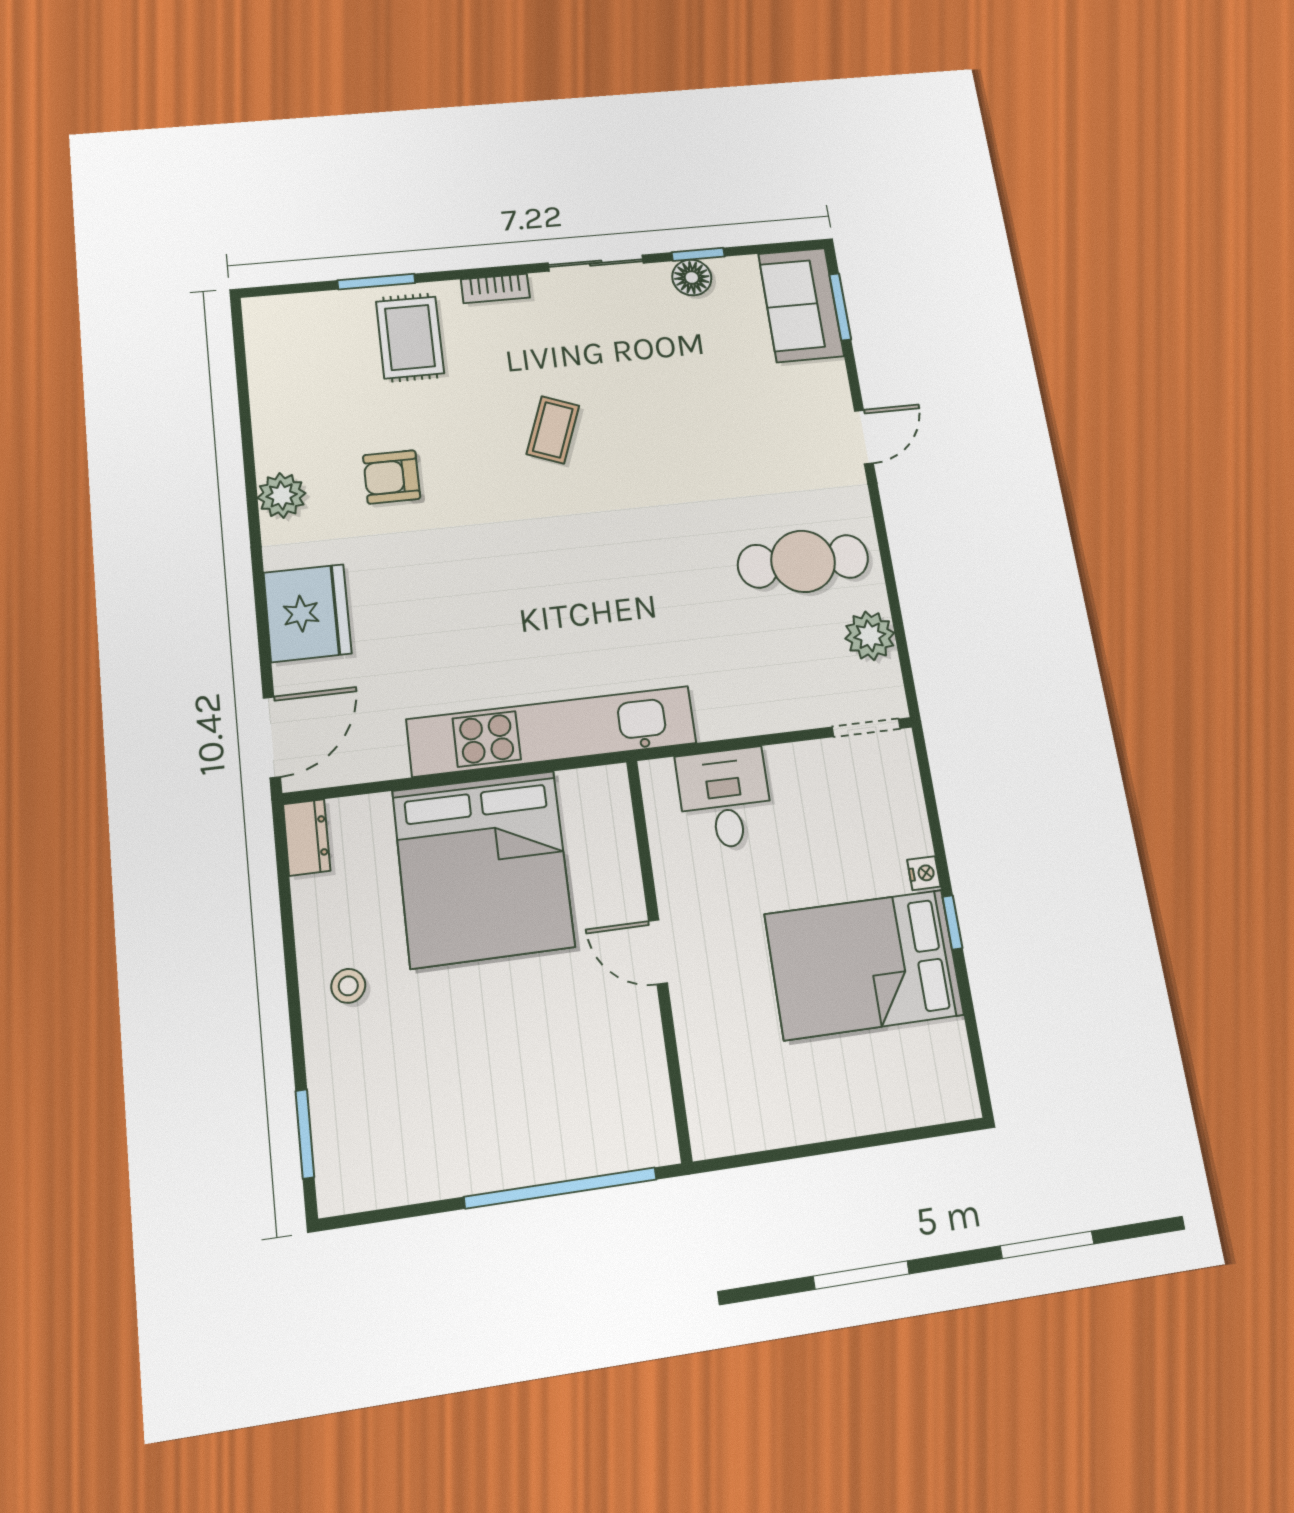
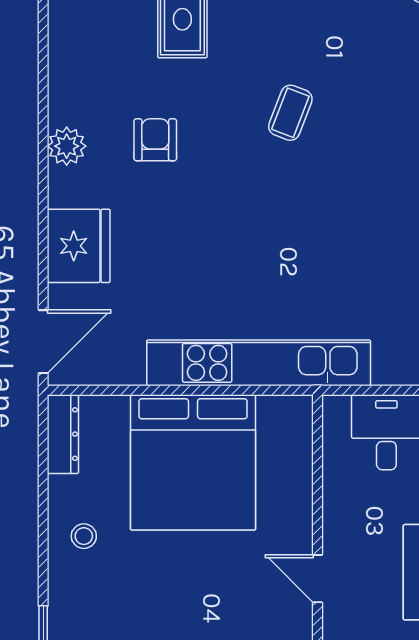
armchair: (392, 477) -> (155, 140), turned 90
dresser: (307, 837) -> (63, 434), width x1.44
door: (658, 952) -> (318, 579), moved

